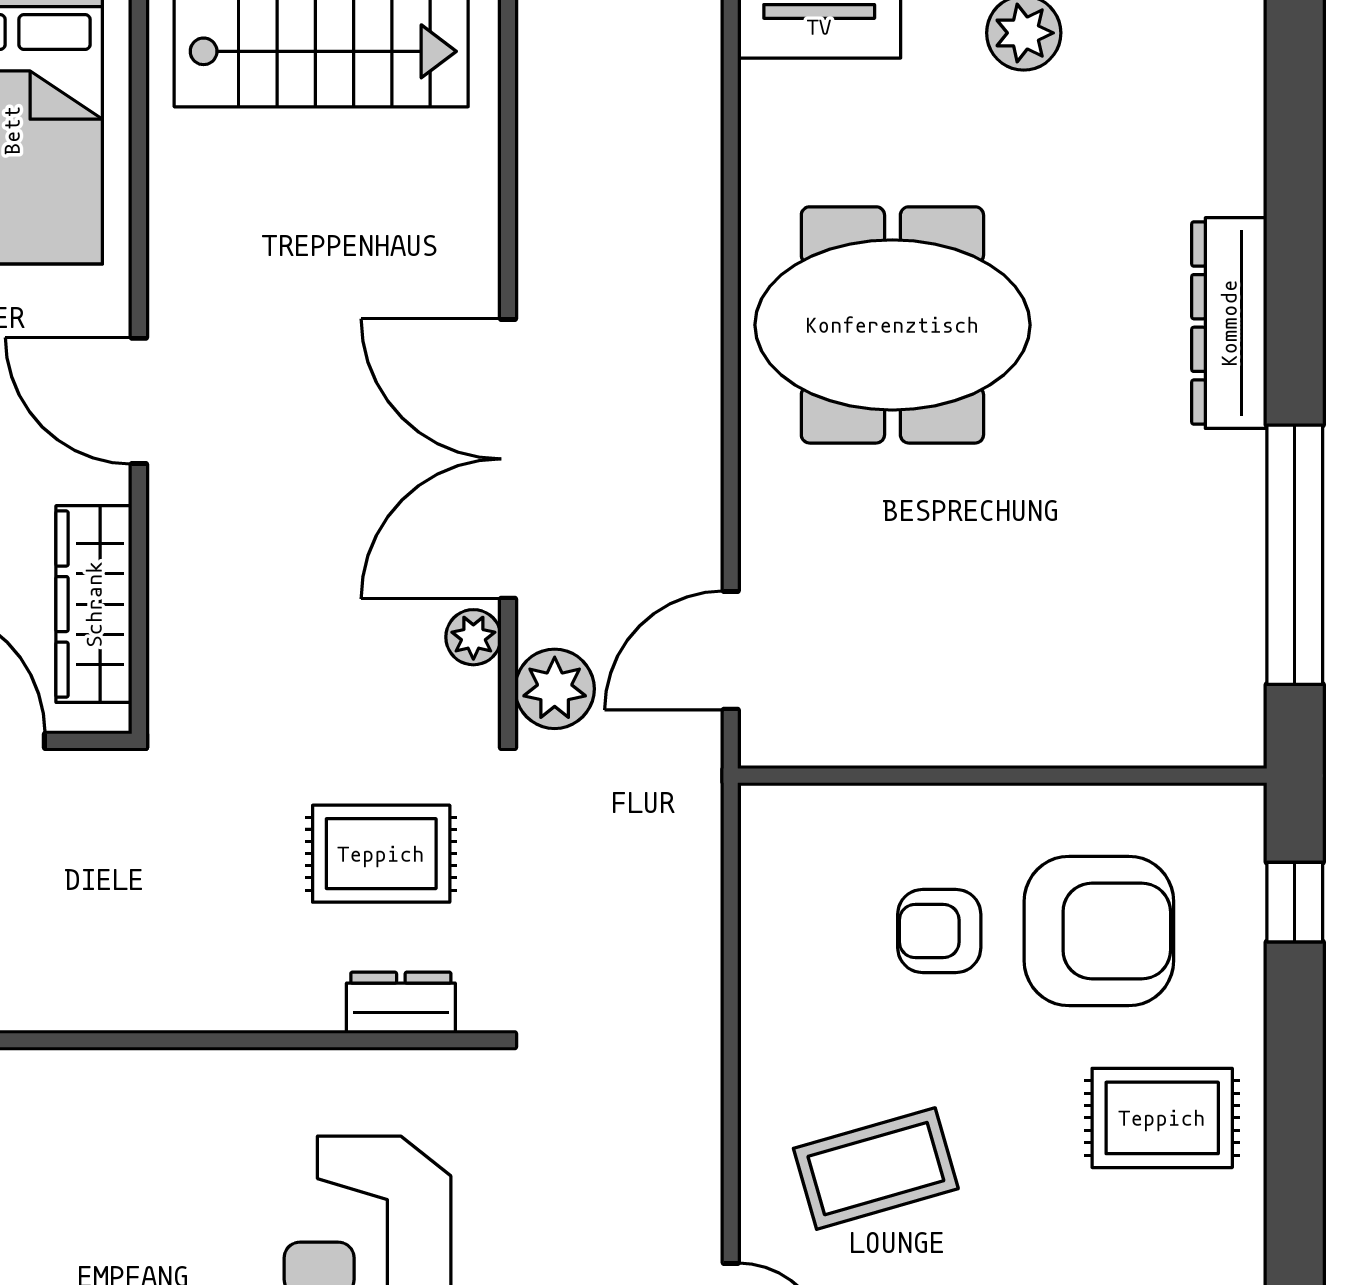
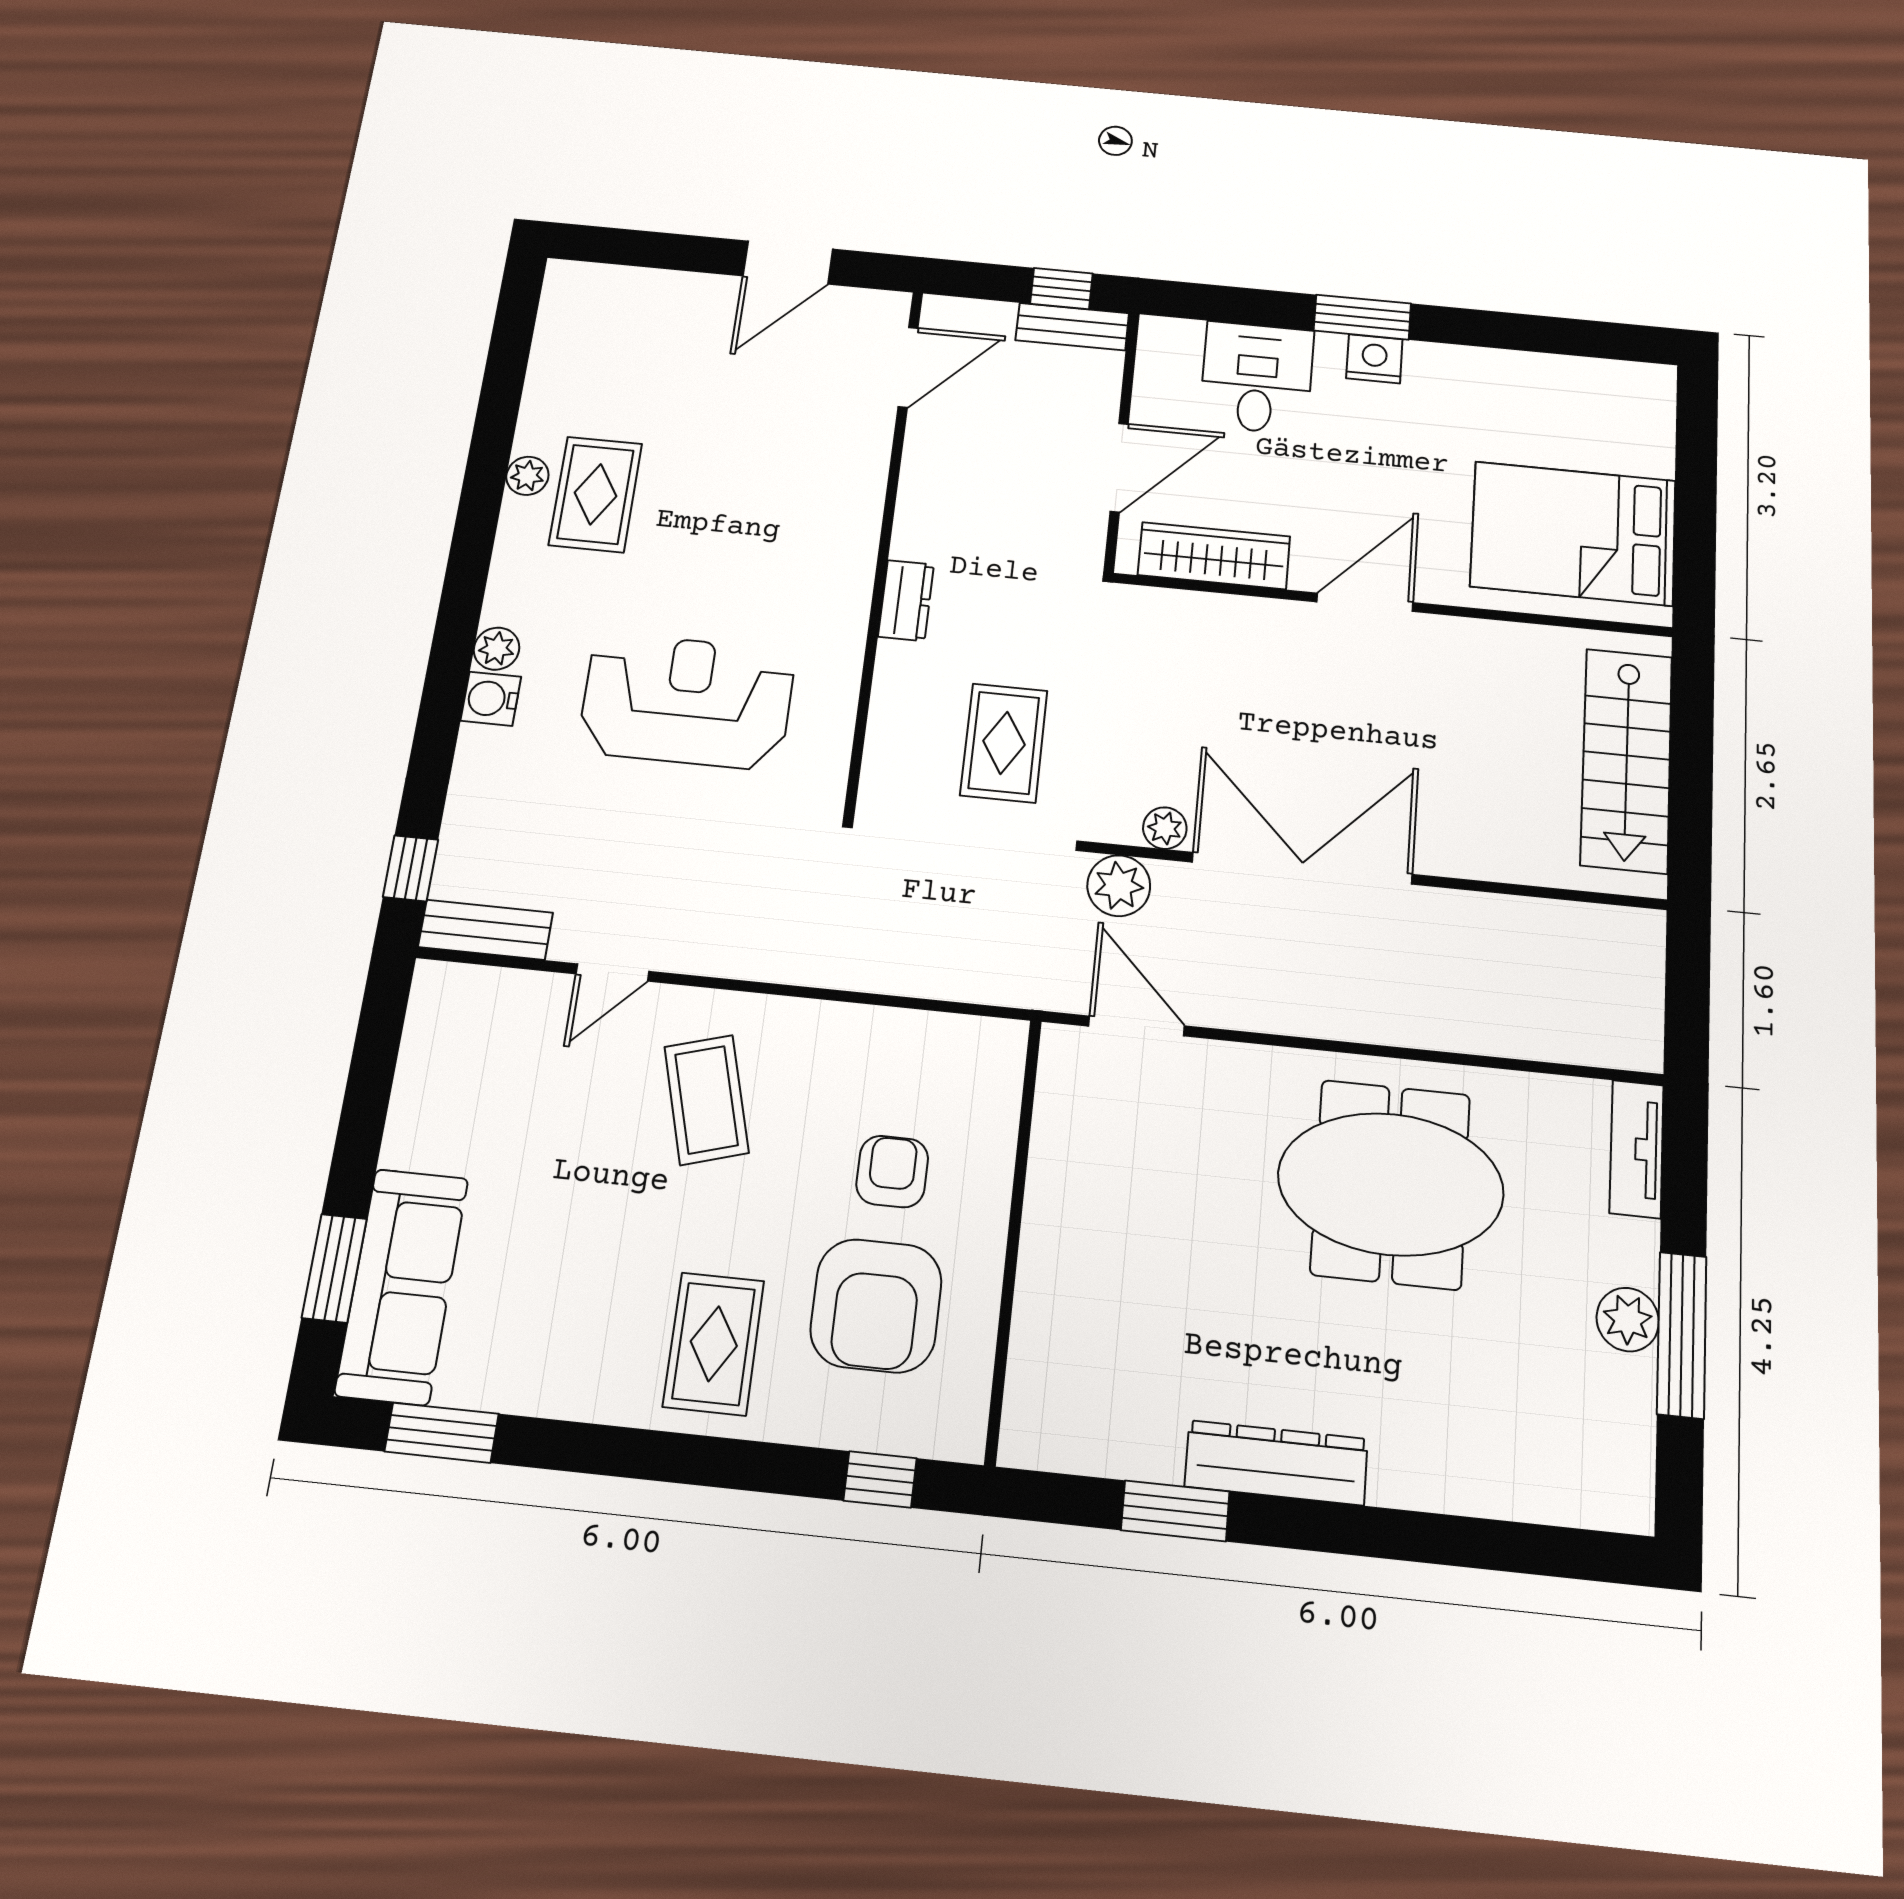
dresser: (1229, 323) -> (1276, 1463), moved
meeting table: (892, 325) -> (1391, 1184), turned 90
window: (1295, 555) -> (1175, 1511), width x0.47
dresser: (401, 1003) -> (906, 601), moved

